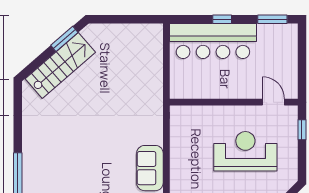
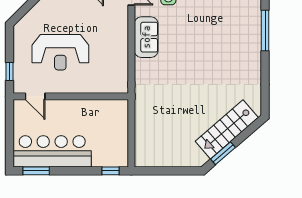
window: (222, 19) -> (110, 171), moved
bar counter: (213, 41) -> (52, 151), moved

